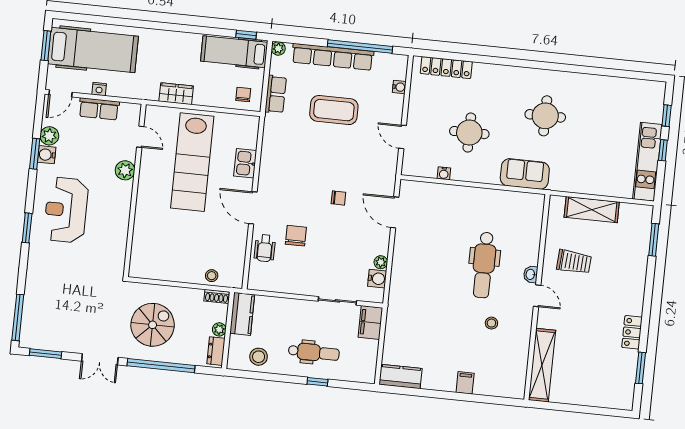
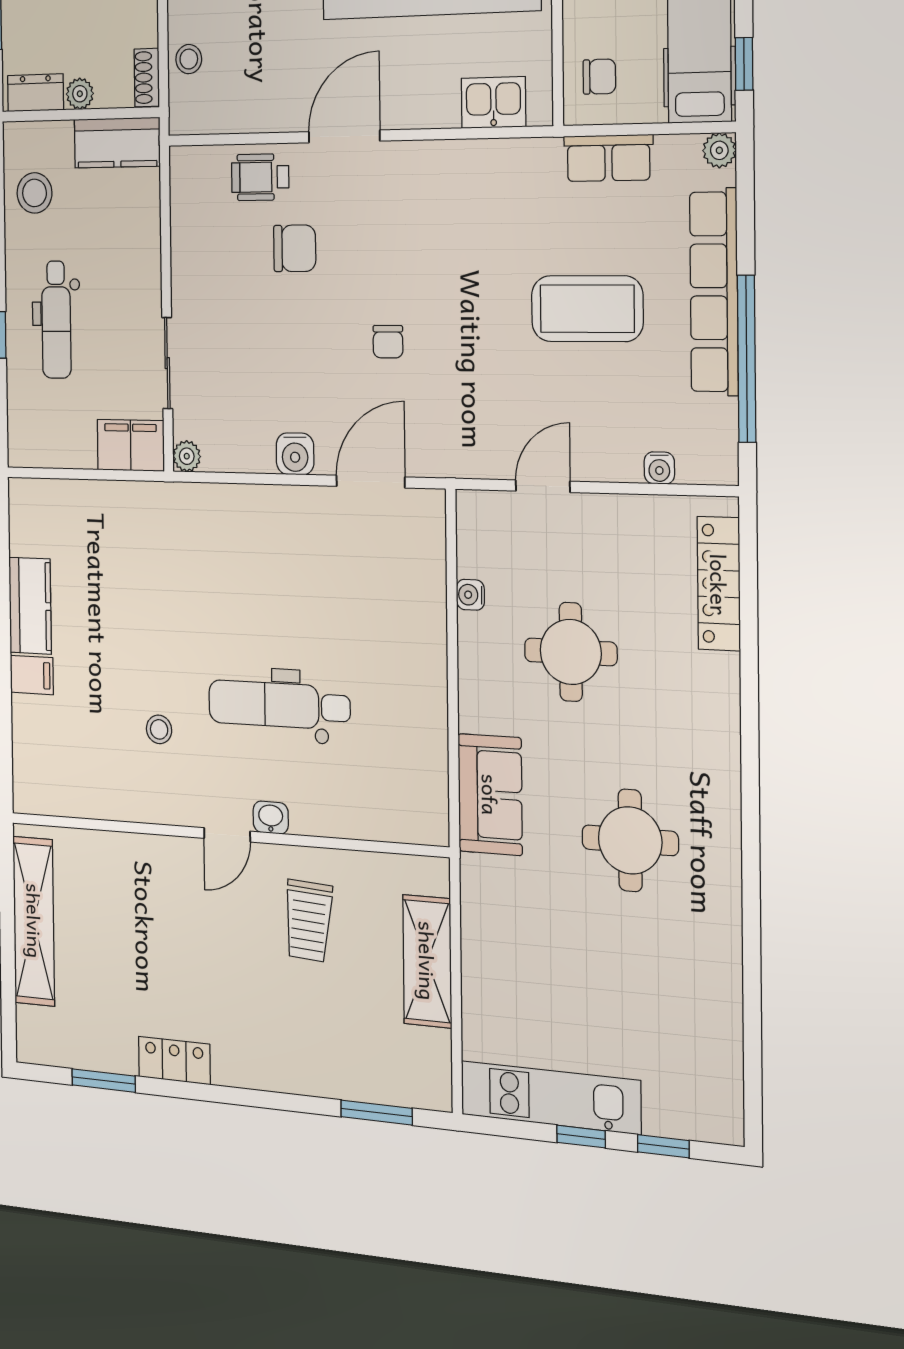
coffee table: (334, 110) -> (587, 309), turned 90
kitchen sink: (245, 163) -> (493, 102), moved
plant: (381, 262) -> (187, 456), moved
water cooler: (377, 279) -> (295, 454), moved
shelving: (542, 365) -> (34, 921), moved, turned 90
kitchen counter: (401, 377) -> (30, 606), moved

